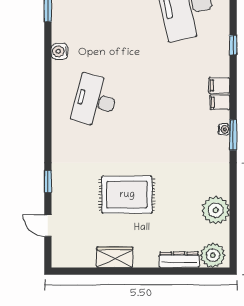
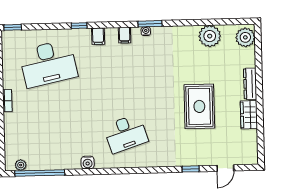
filing cabinet: (219, 85) -> (98, 36), moved
desk: (95, 101) -> (126, 134), turned -33
dresser: (179, 260) -> (250, 84), moved

